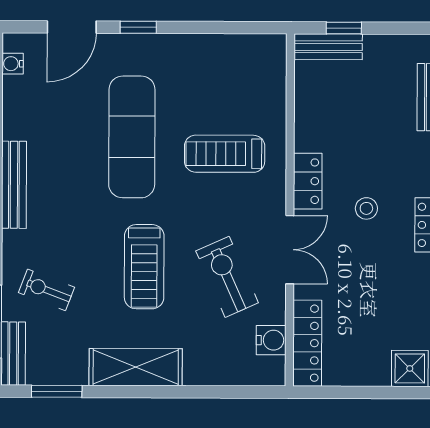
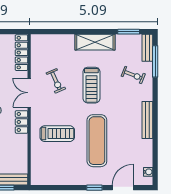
treadmill: (144, 267) -> (91, 85), turned 180
exercise bike: (227, 277) -> (56, 81), width x0.73, depth x0.72
water cooler: (271, 340) -> (37, 54), removed

